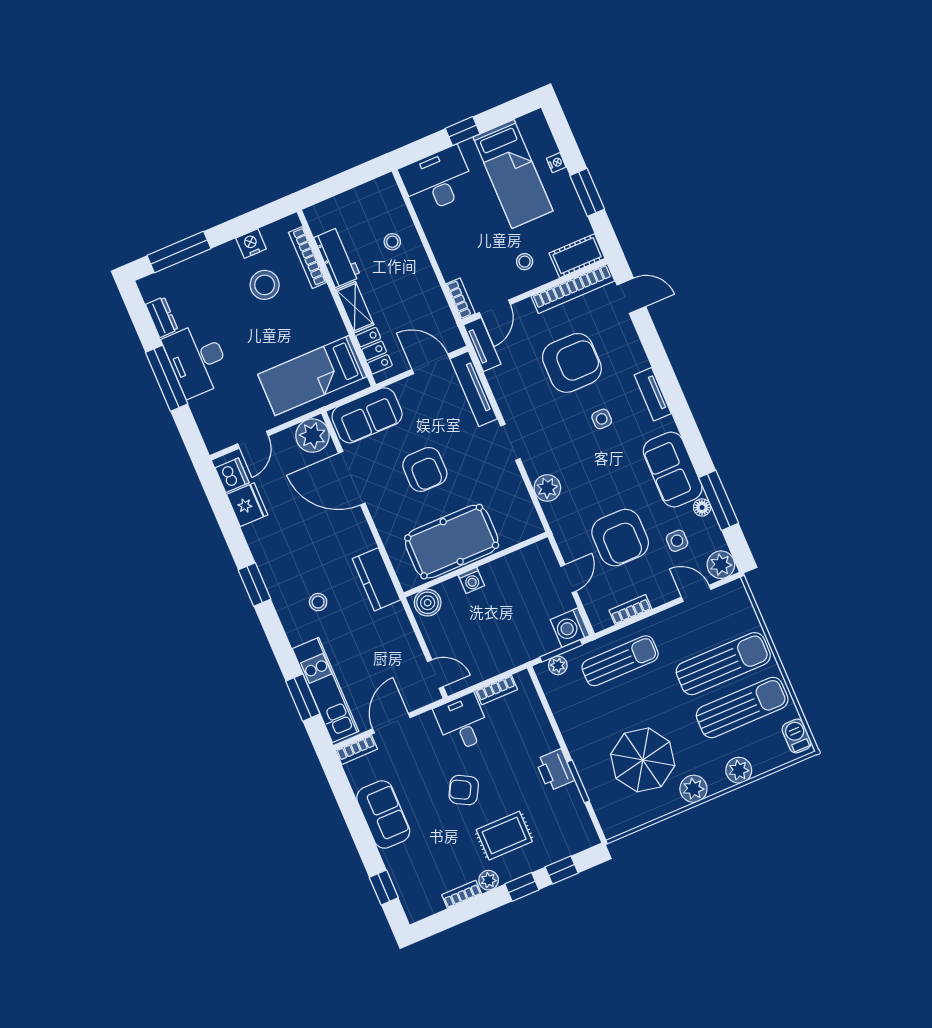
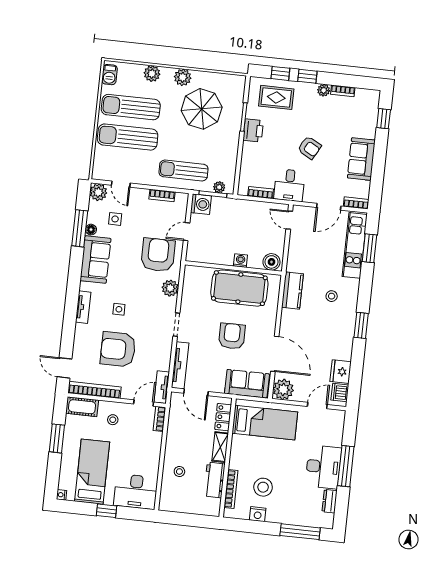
nightstand: (556, 163) -> (61, 495), moved
armchair: (620, 538) -> (158, 255), moved
rug: (504, 836) -> (276, 97), moved

